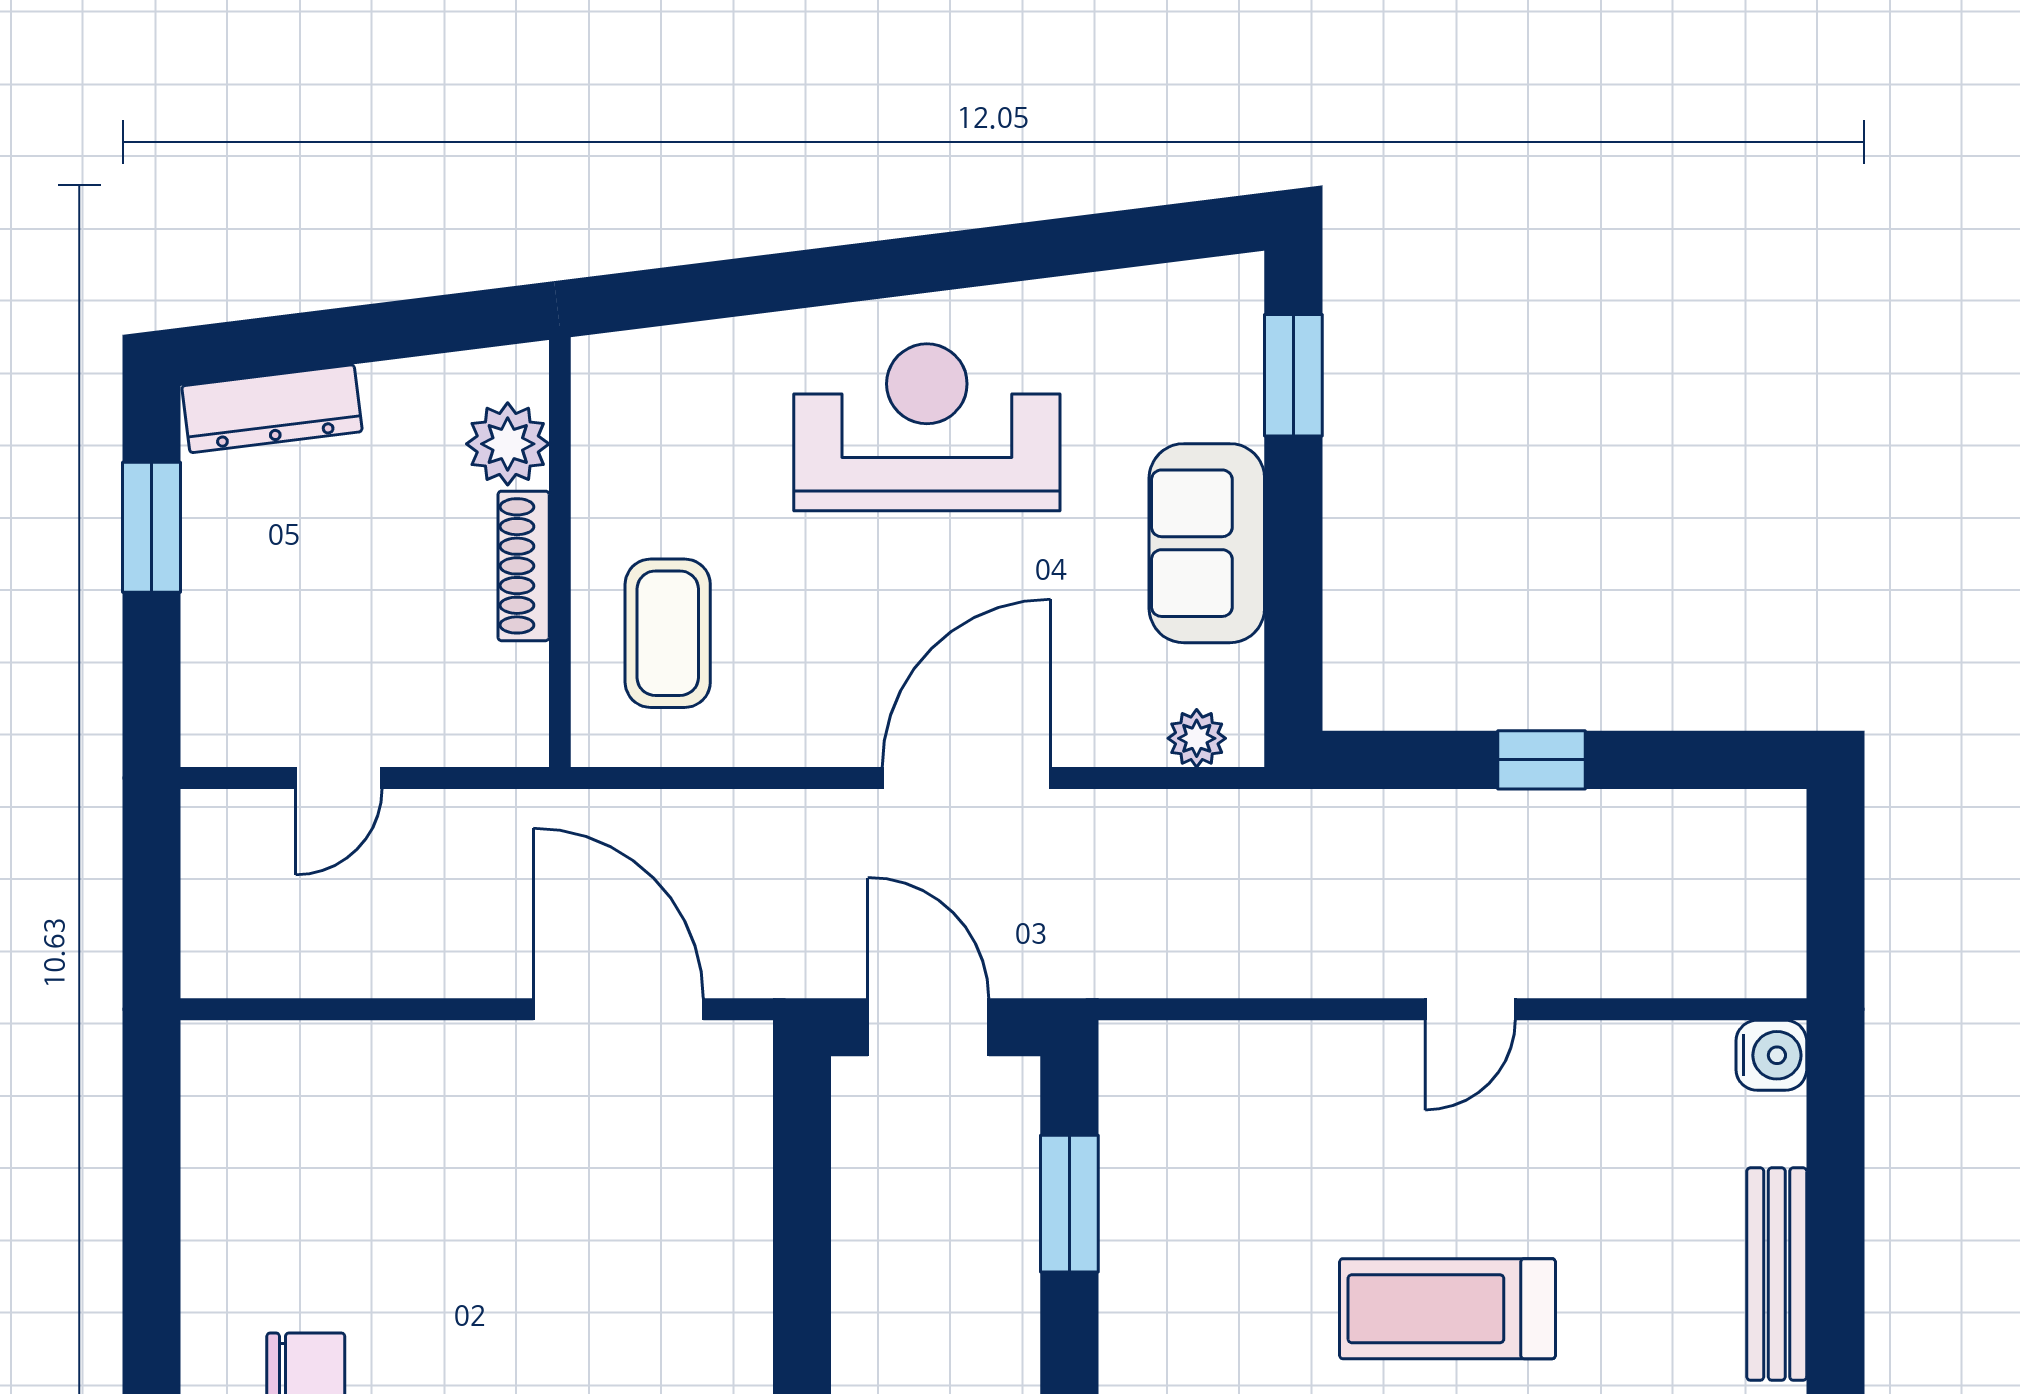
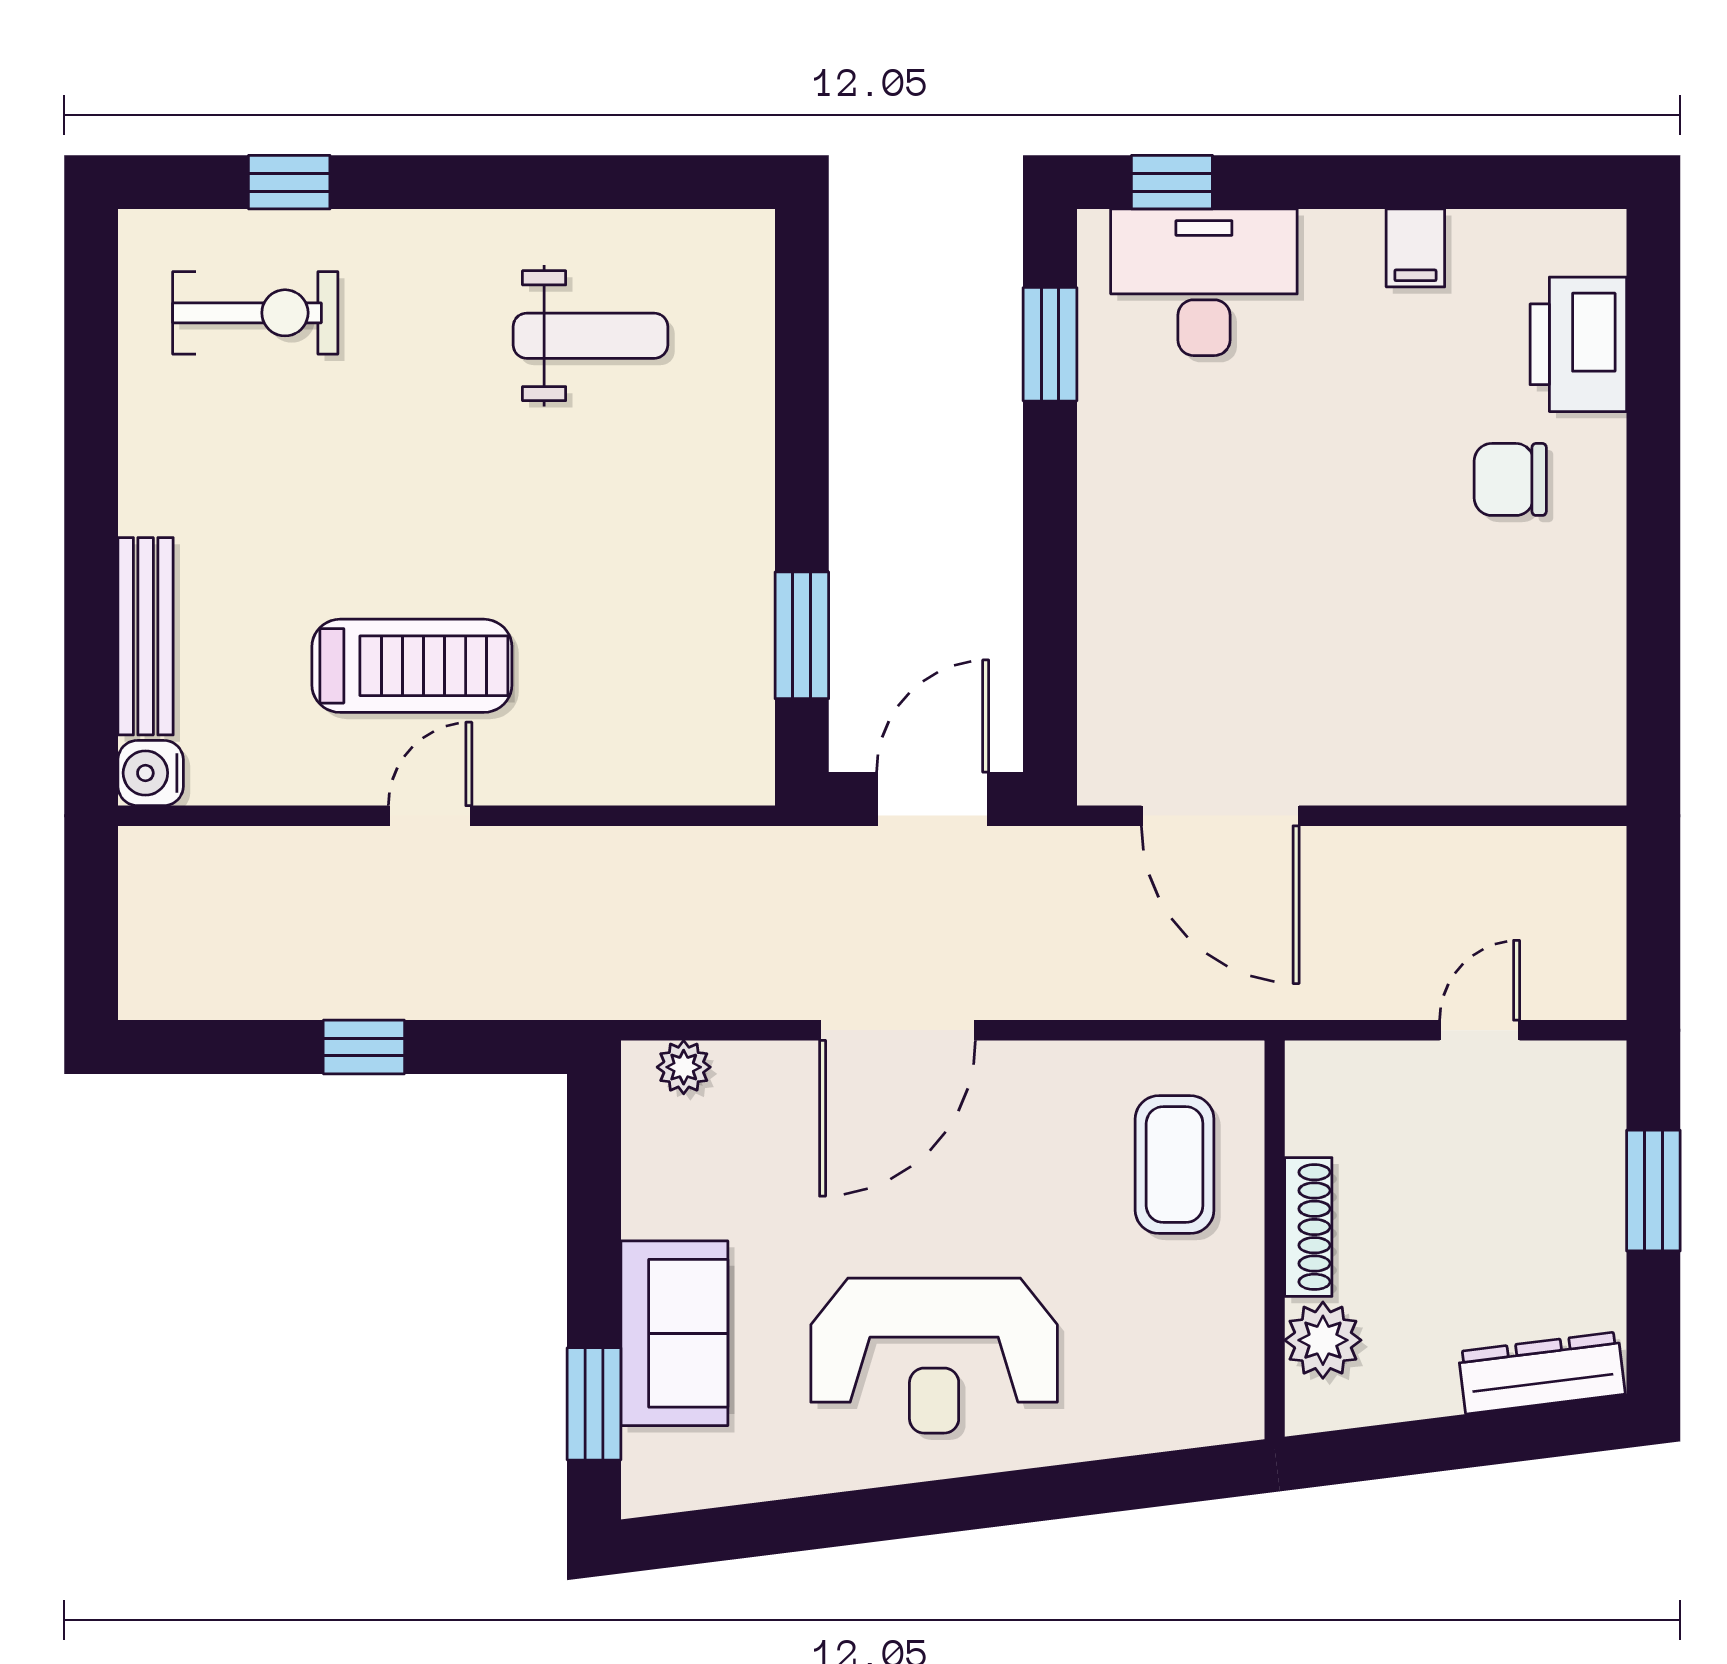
window: (152, 527) -> (1653, 1191), moved
sofa: (1207, 543) -> (674, 1333), moved
door: (928, 1027) -> (933, 799), swing flipped
bench: (1777, 1274) -> (146, 636), moved
treadmill: (1447, 1309) -> (412, 666), moved

